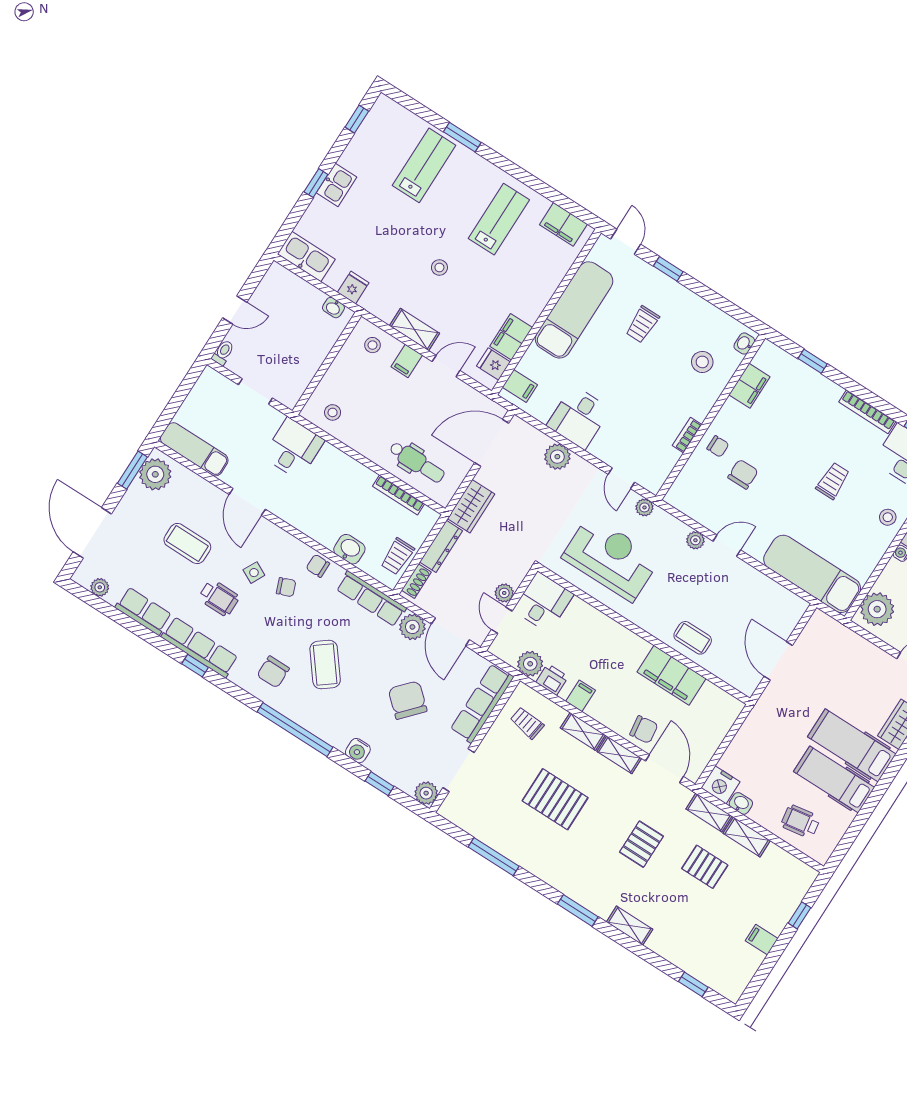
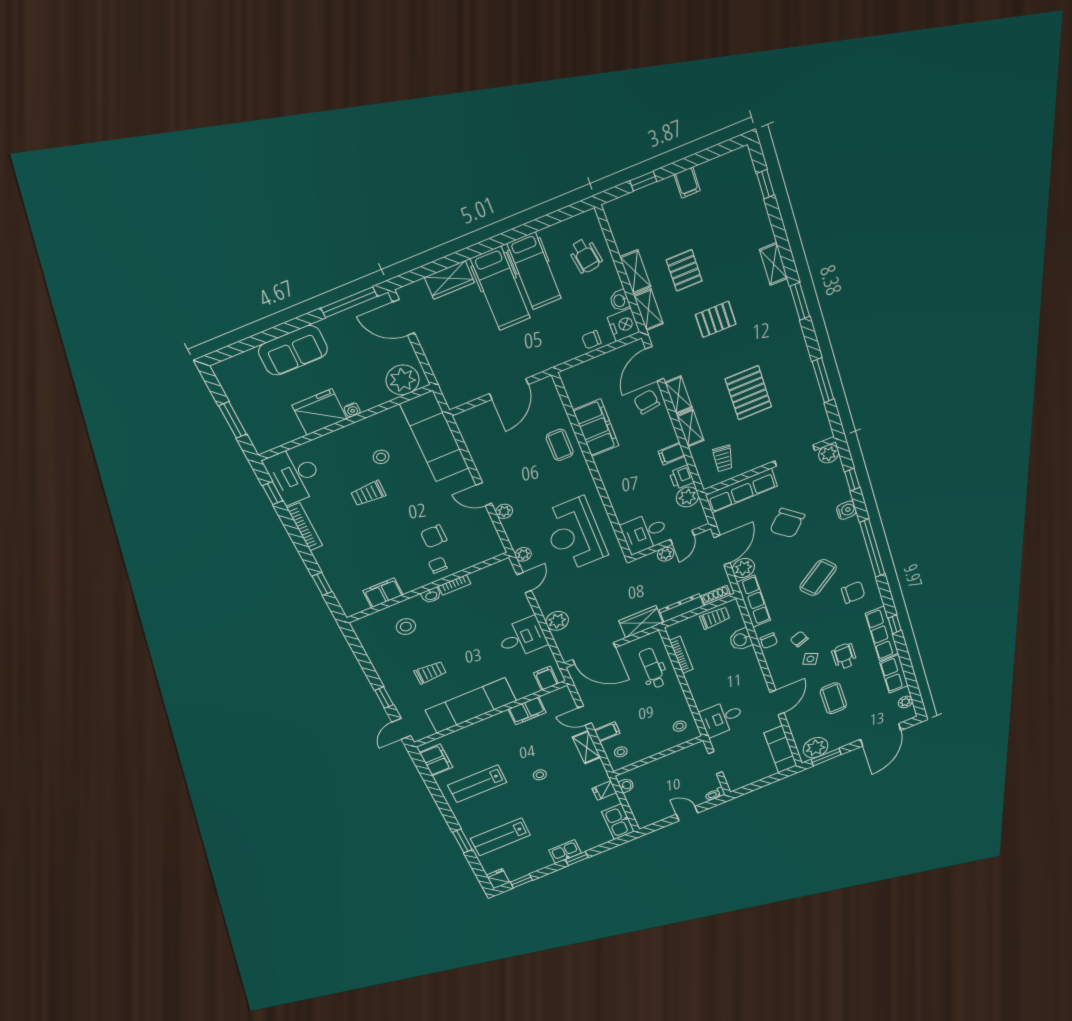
washbasin: (744, 344) -> (431, 595), moved
fridge: (494, 364) -> (498, 879), moved, turned 180
stool: (888, 517) -> (381, 457), moved
chair: (739, 753) -> (592, 340), added

